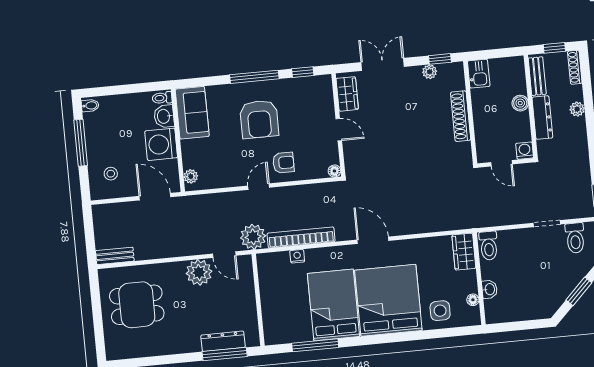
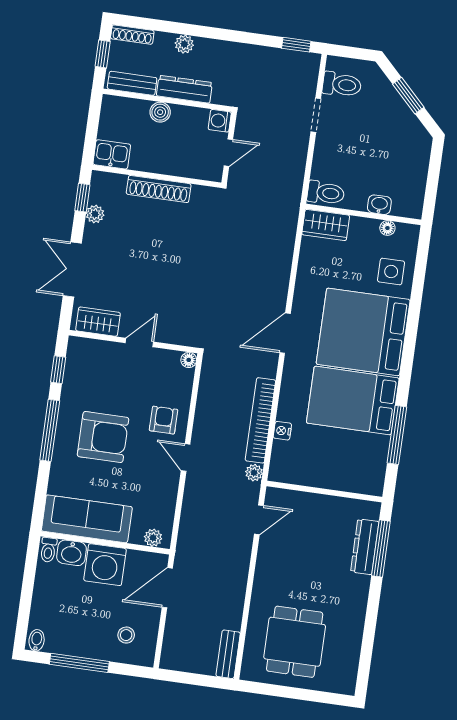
sofa: (192, 113) -> (87, 519), width x1.36
plant: (253, 237) -> (254, 473), width x0.53, depth x0.53
plant: (199, 272) -> (273, 556), removed

